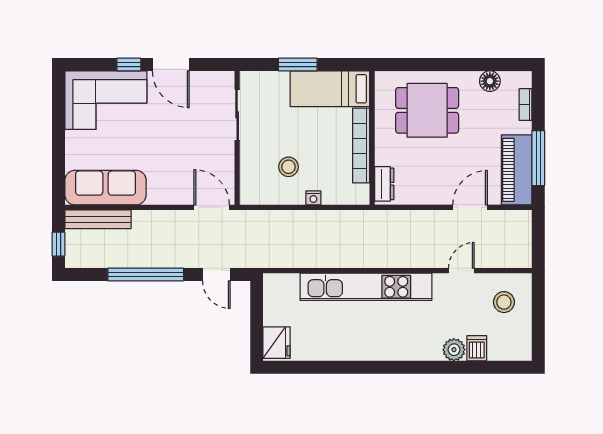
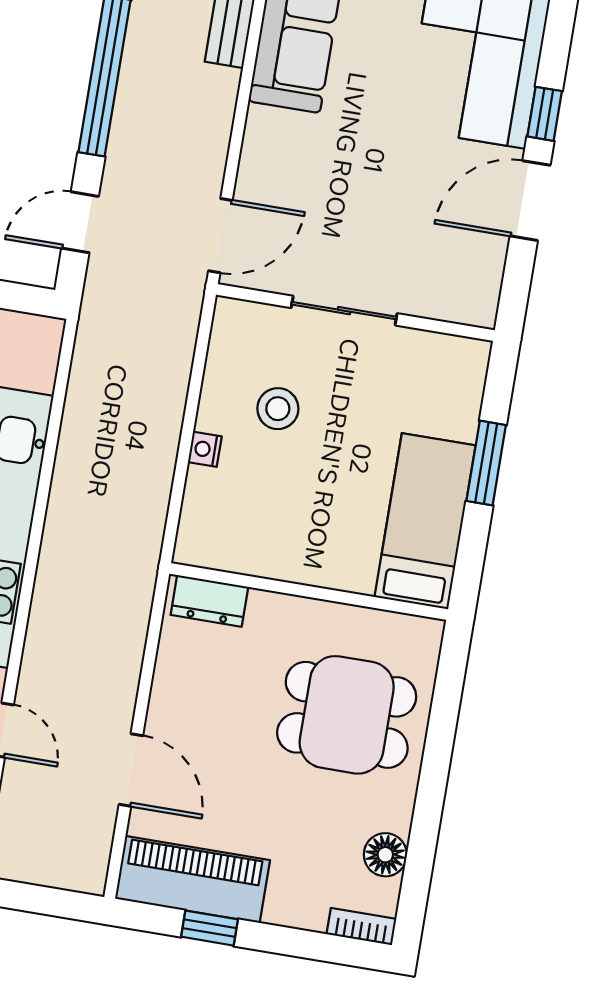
bookcase: (526, 105) -> (361, 927), moved
dining table: (427, 110) -> (347, 715), turned 90
sliding door: (237, 115) -> (344, 311), moved
bookcase: (361, 146) -> (297, 566), removed
window: (538, 158) -> (210, 928), width x0.46

